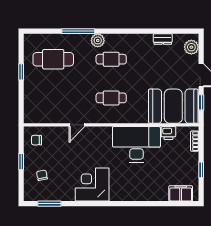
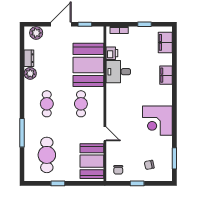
plant: (98, 40) -> (30, 73), moved
booth: (173, 106) -> (88, 65), moved
booth: (46, 110) -> (92, 161), added
desk: (136, 144) -> (118, 72), width x0.53, depth x0.77
filing cabinet: (144, 194) -> (166, 75), added

